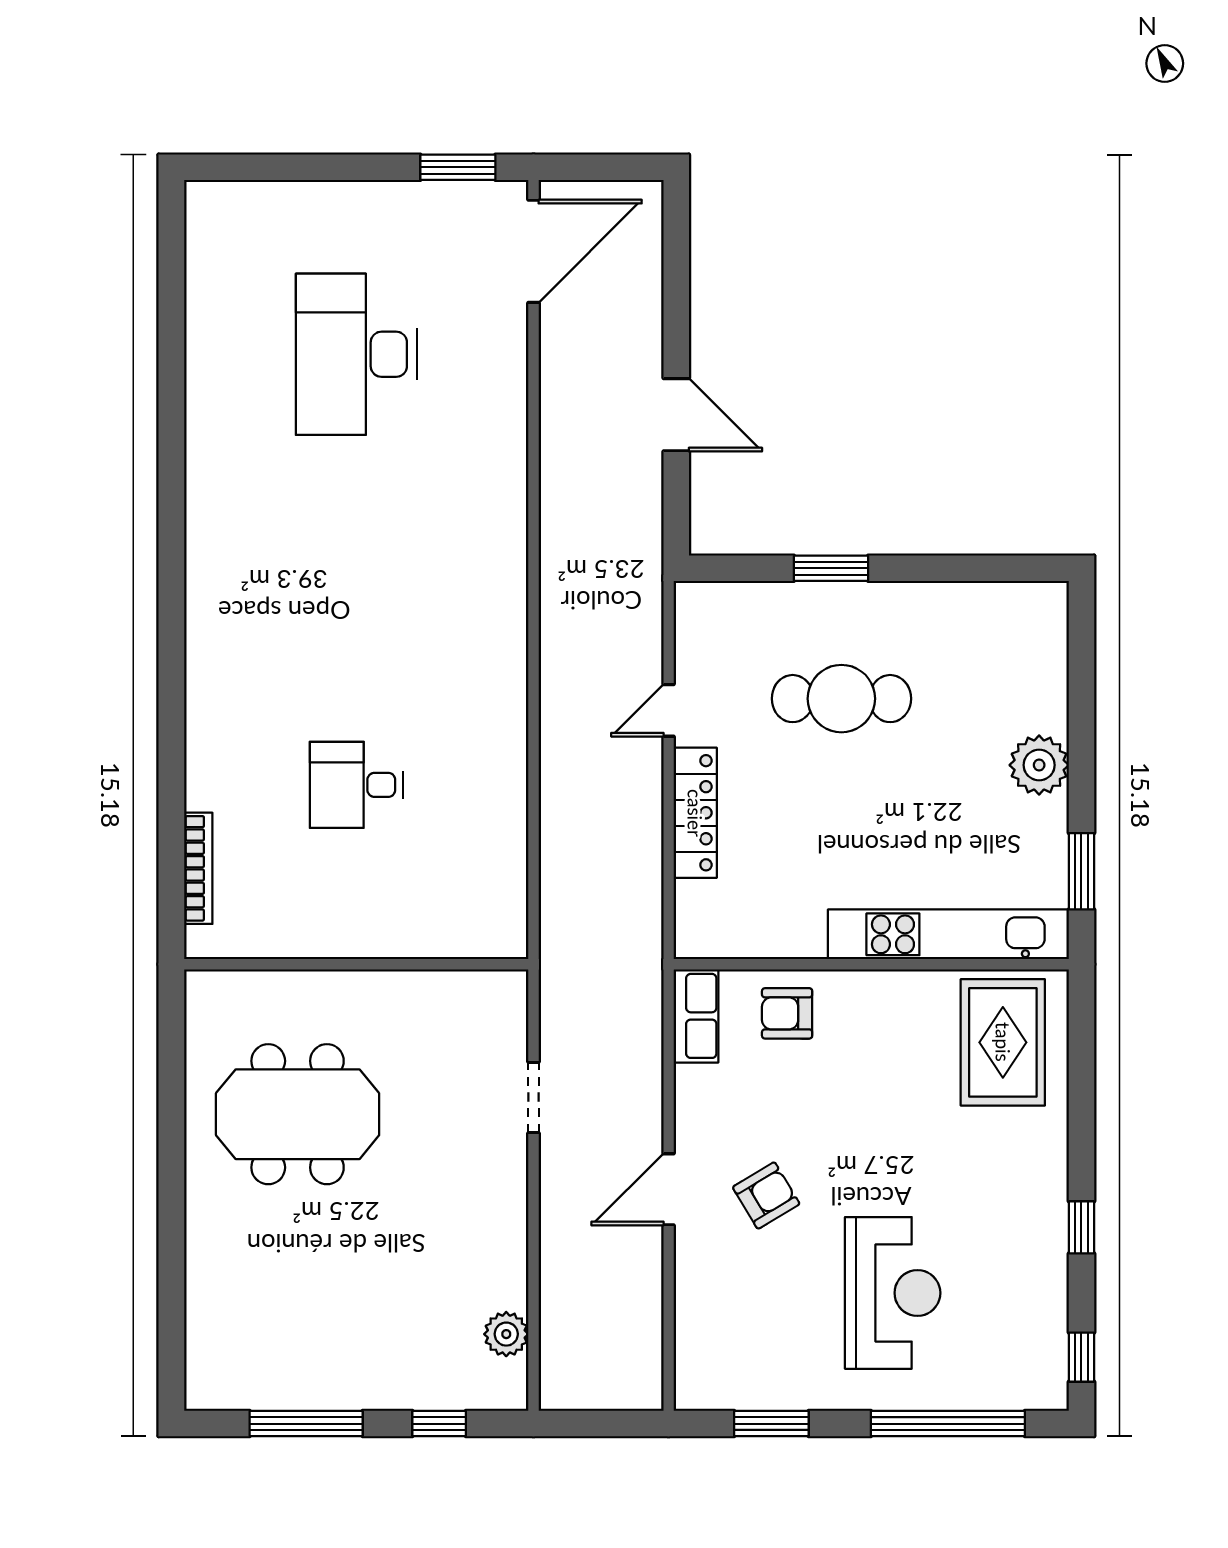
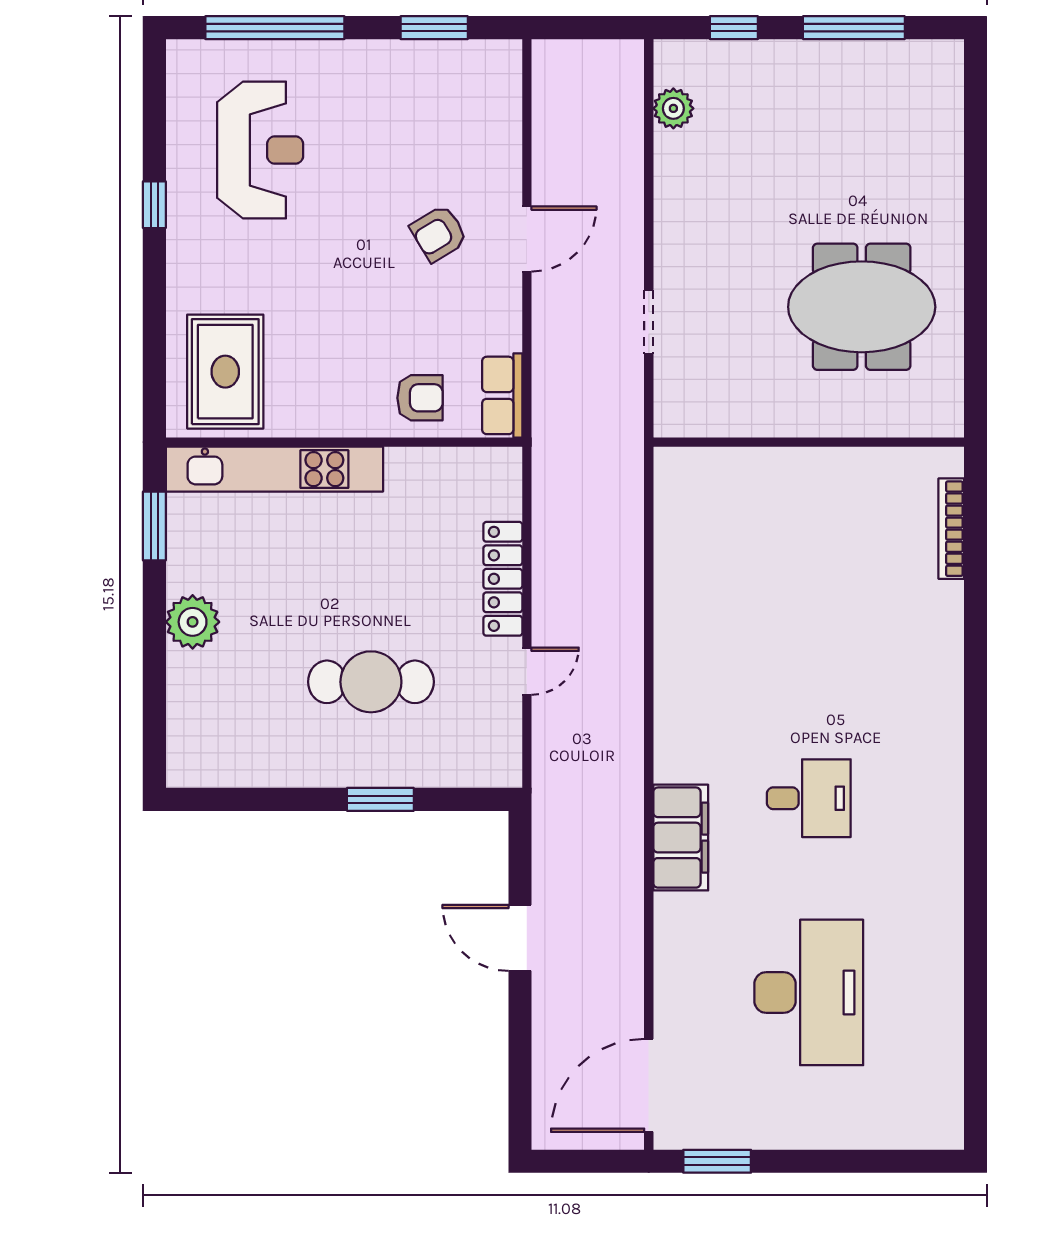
filing cabinet: (498, 526) -> (681, 838), added
desk: (356, 785) -> (809, 798), moved
reception desk: (893, 1293) -> (260, 150), moved, turned 180
window: (1081, 1357) -> (154, 88), removed

